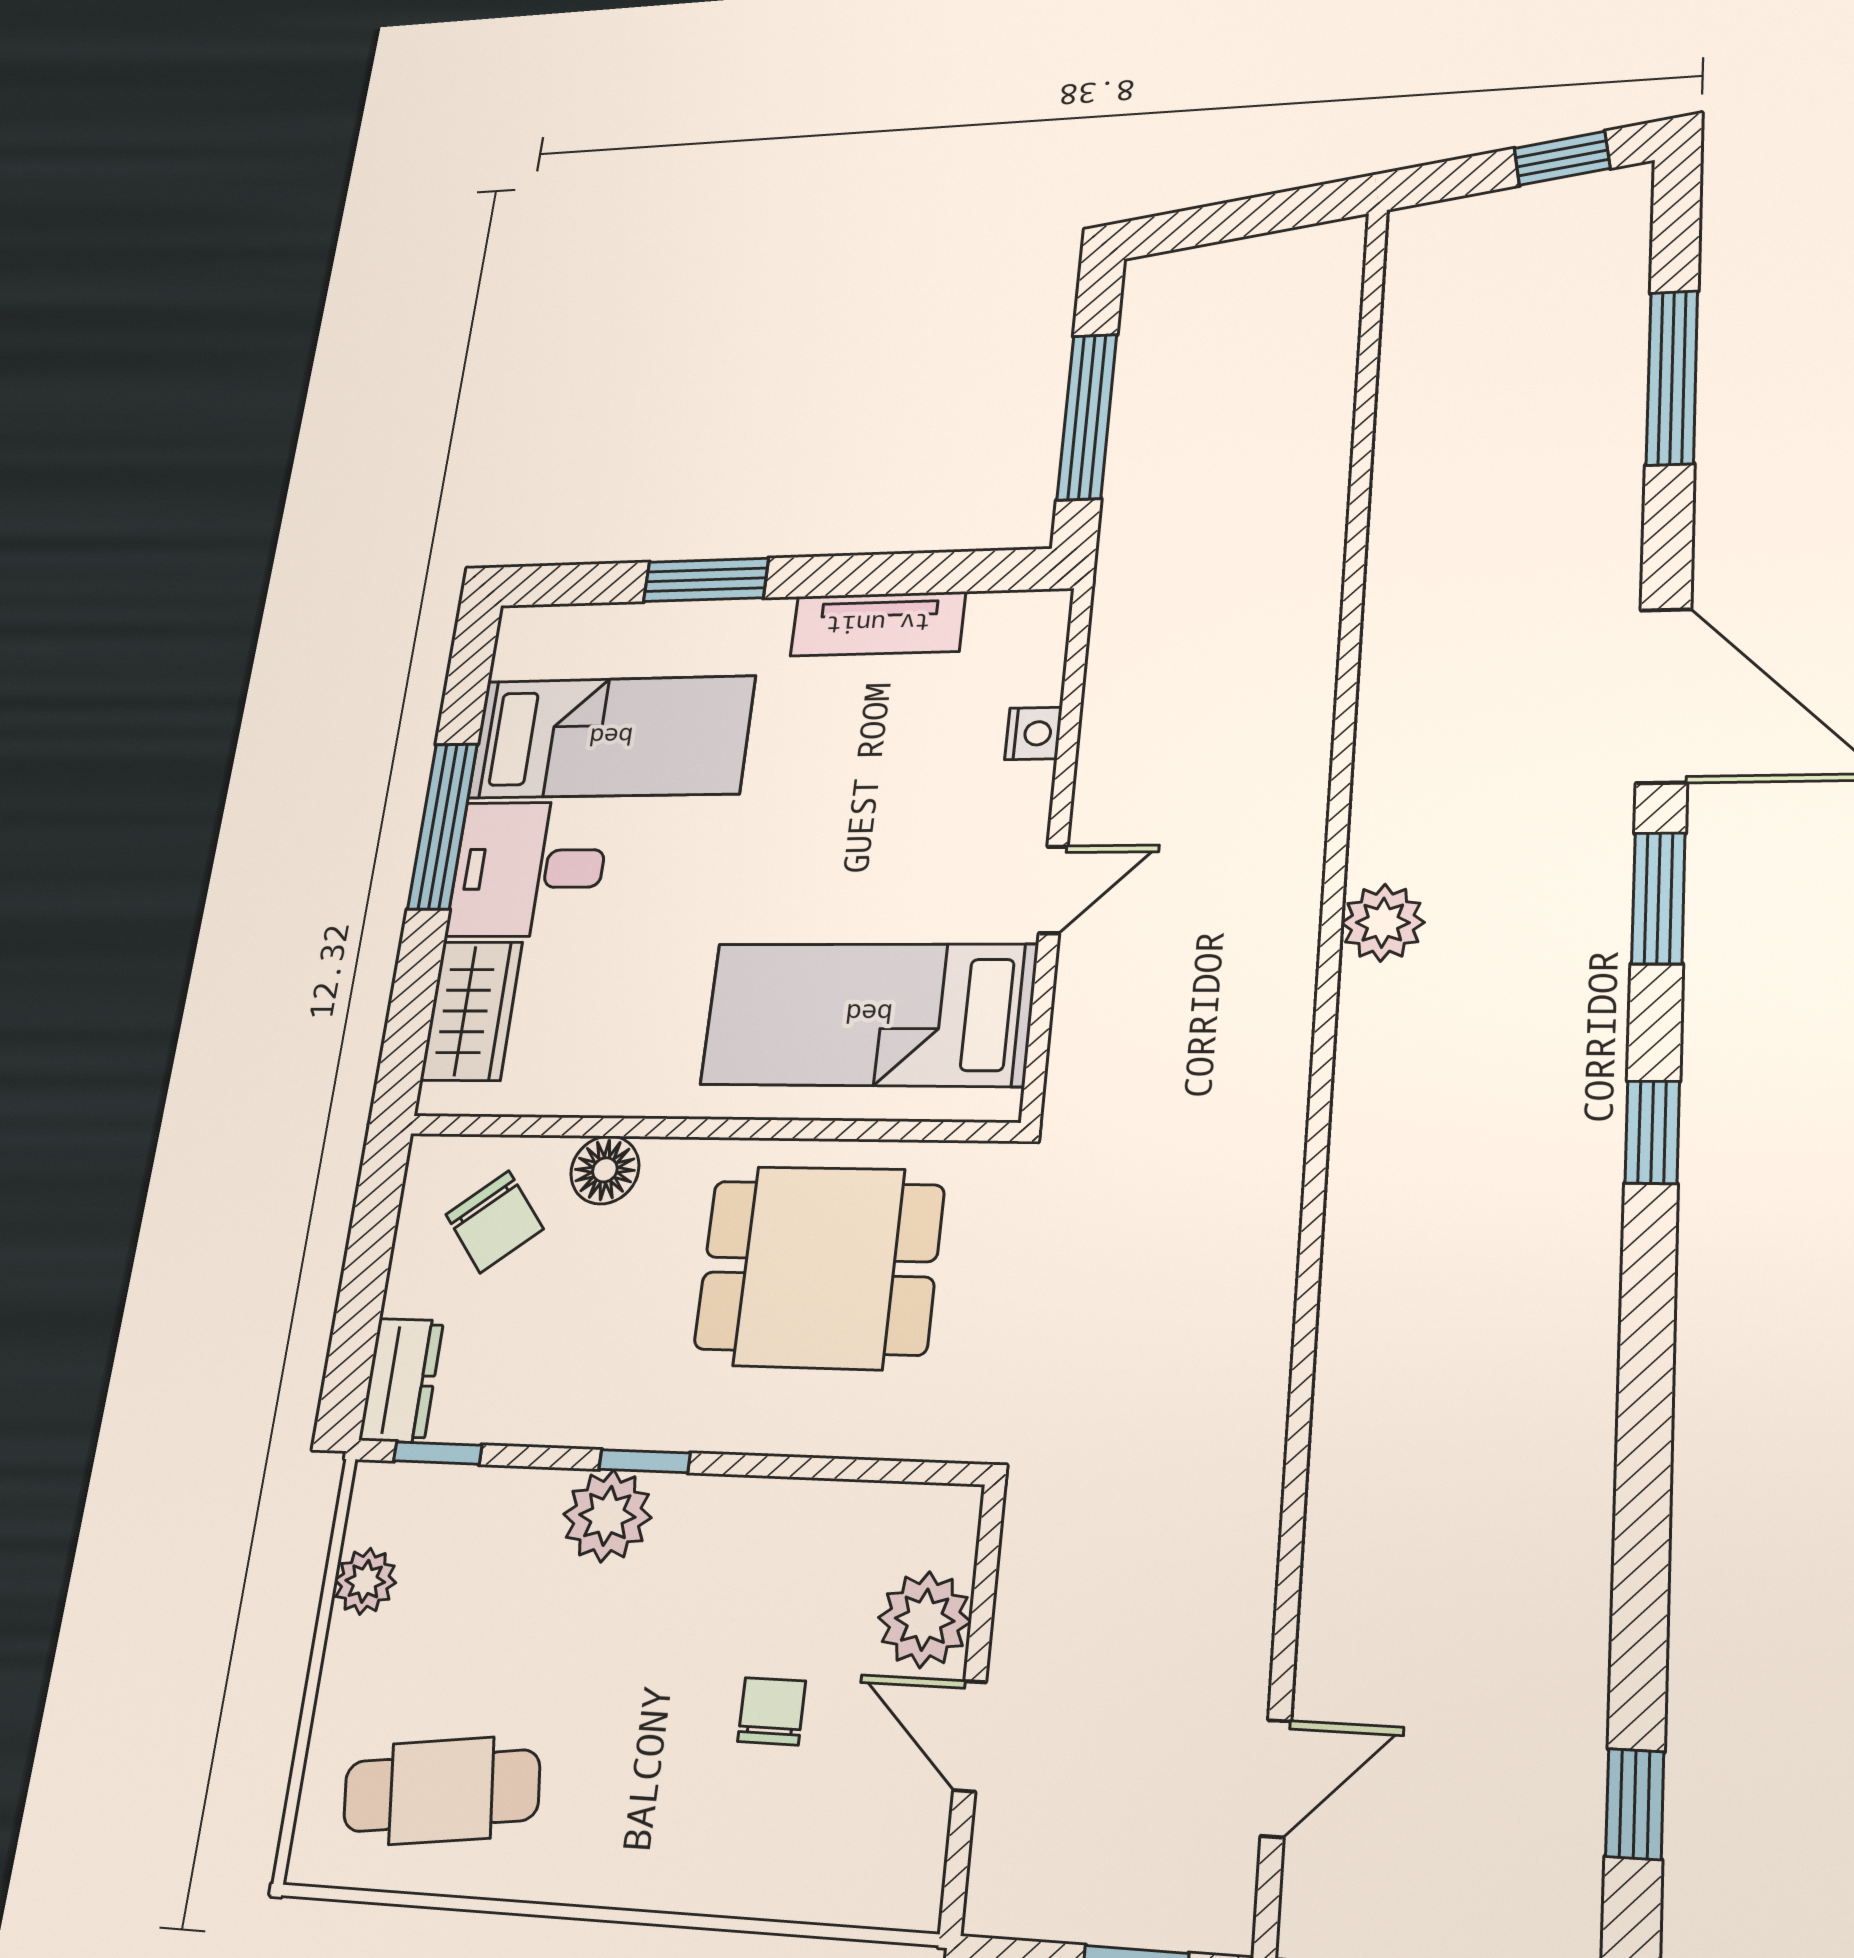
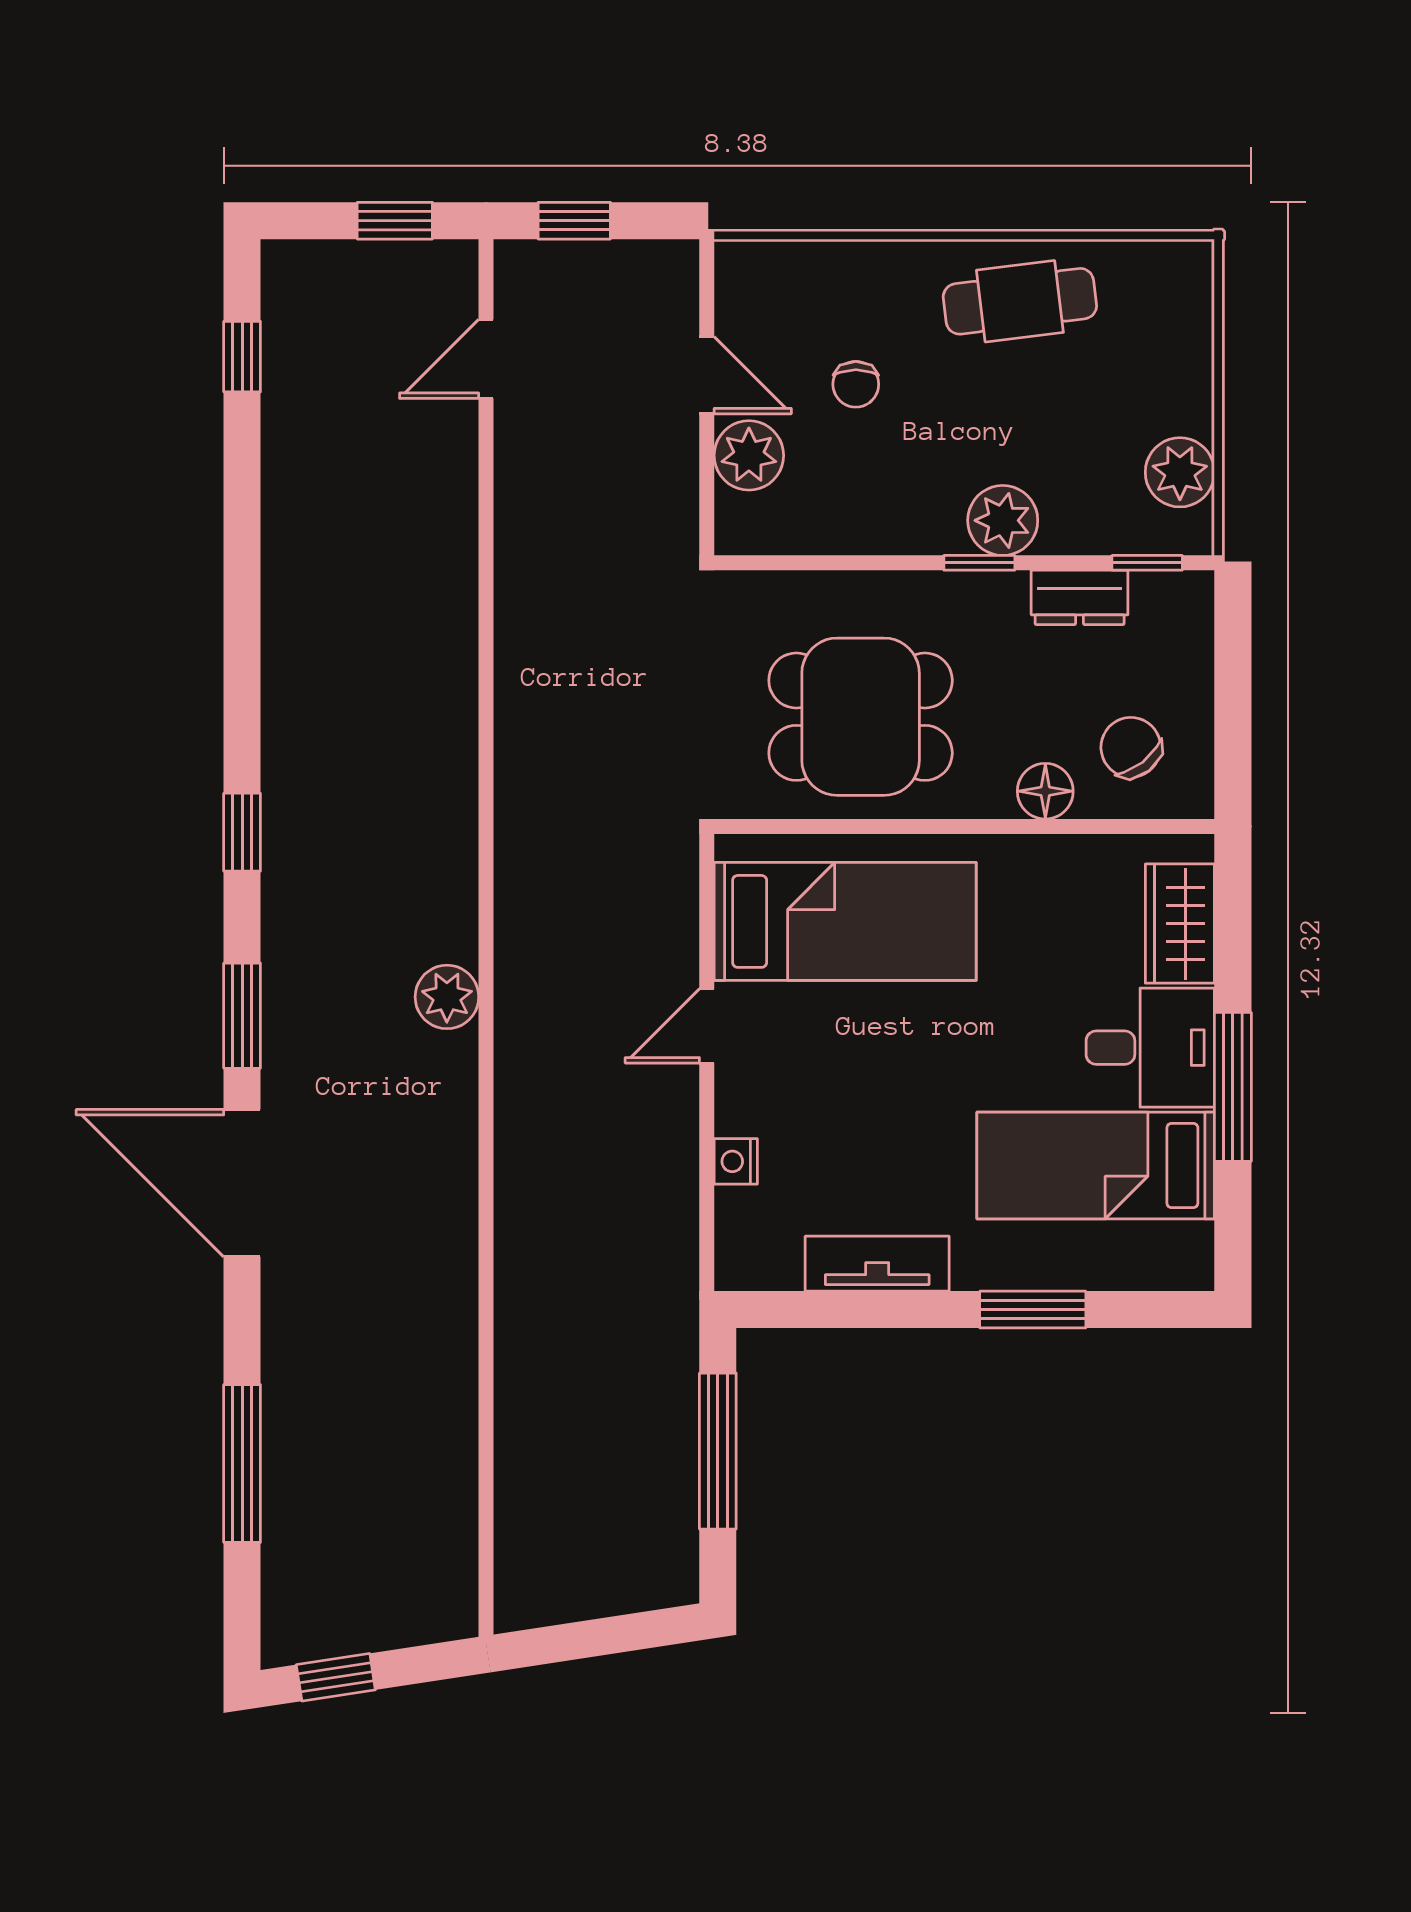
dresser: (401, 1380) -> (1080, 597), moved, turned -90
plant: (365, 1581) -> (1180, 472), width x1.38, depth x1.38
cafe table: (441, 1791) -> (1020, 301), moved

